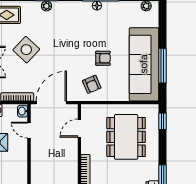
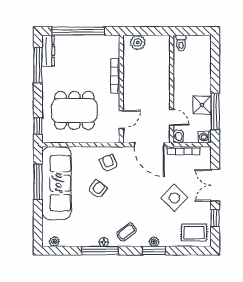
coffee table: (74, 16) -> (127, 232), added
armchair: (103, 58) -> (98, 189), turned 129
door: (51, 103) -> (149, 145), hinge flipped
dining table: (126, 137) -> (74, 111), turned 90

